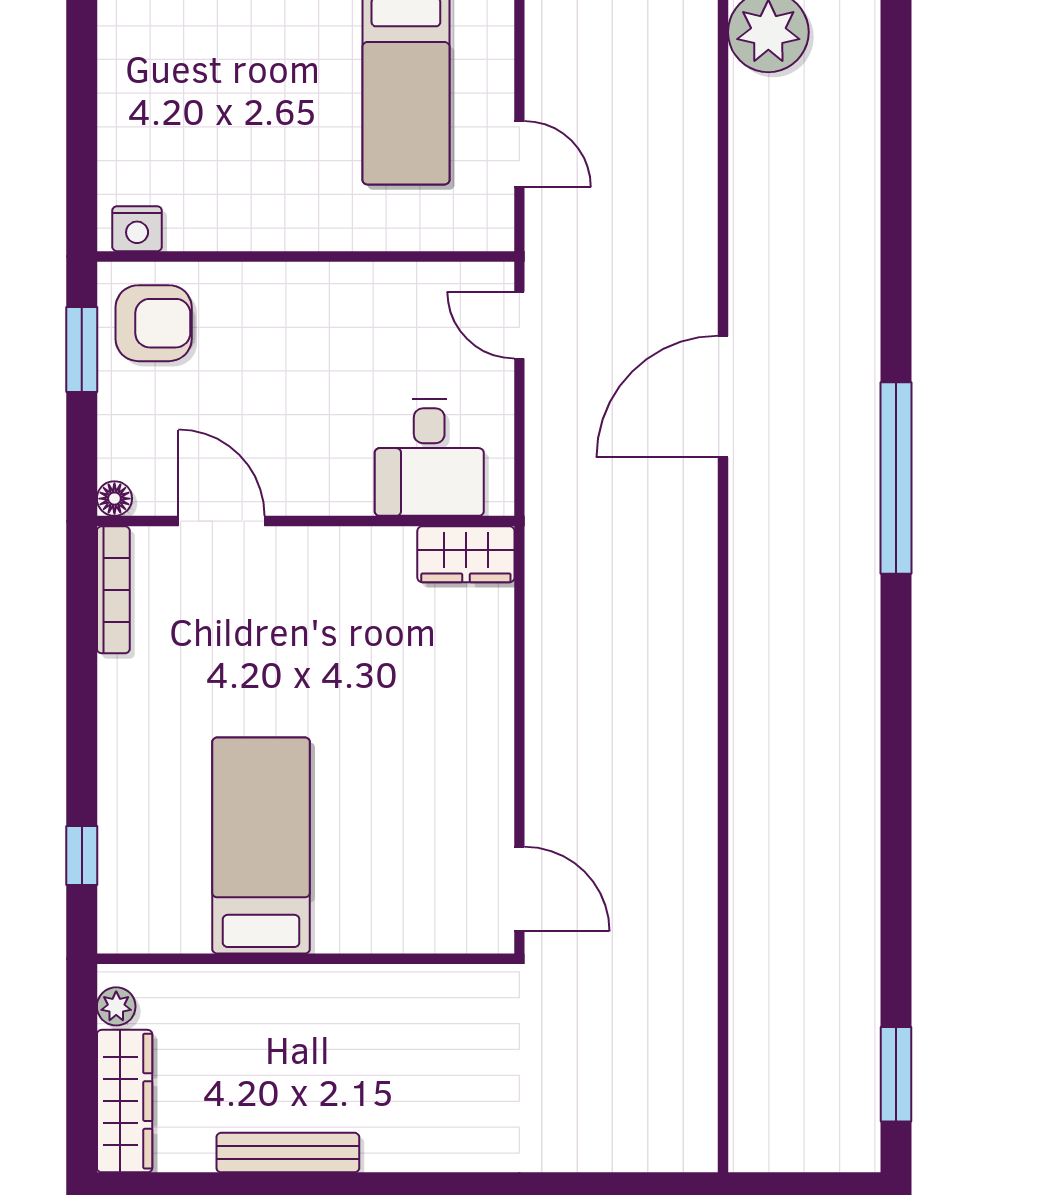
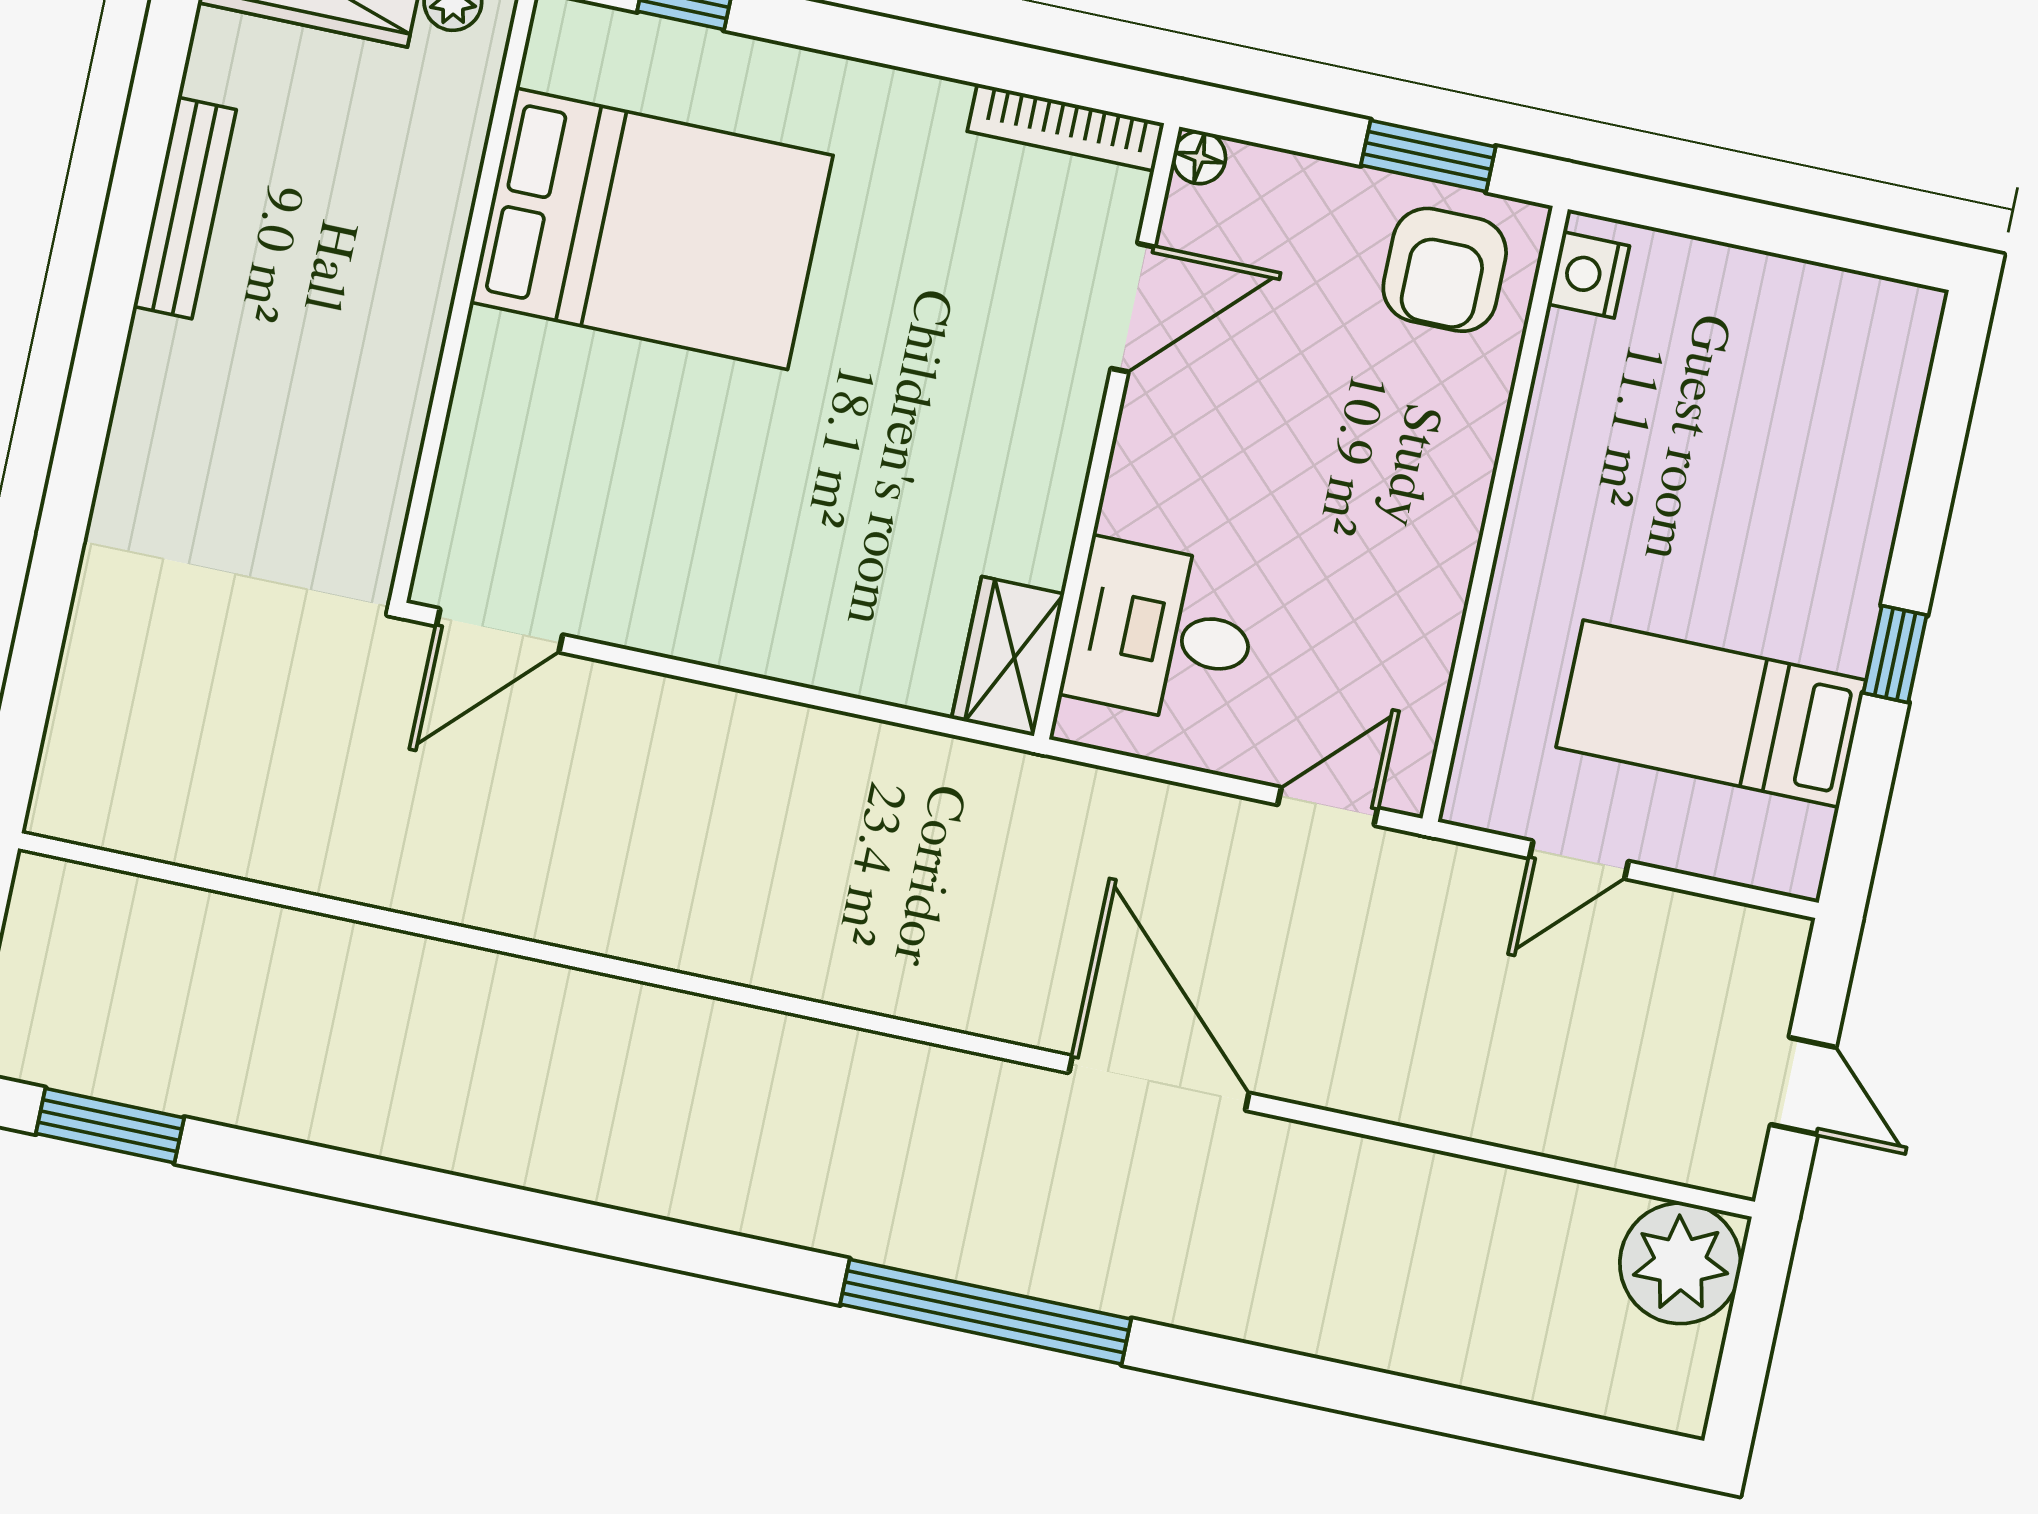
bed: (261, 846) -> (652, 229), width x1.50

